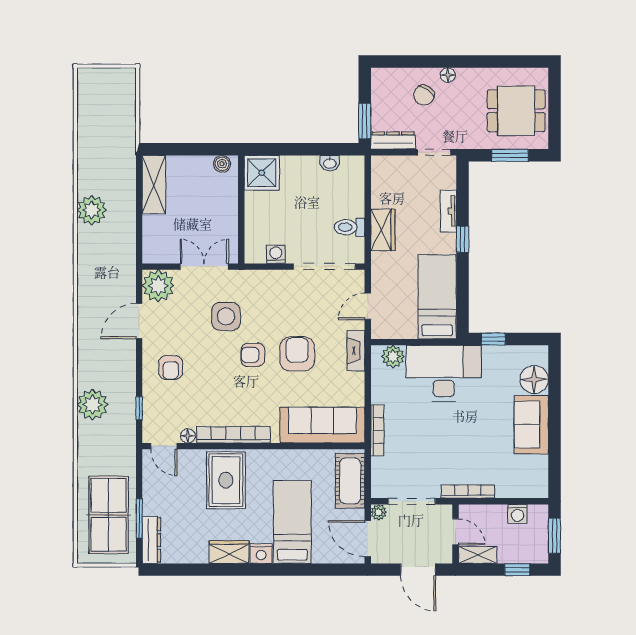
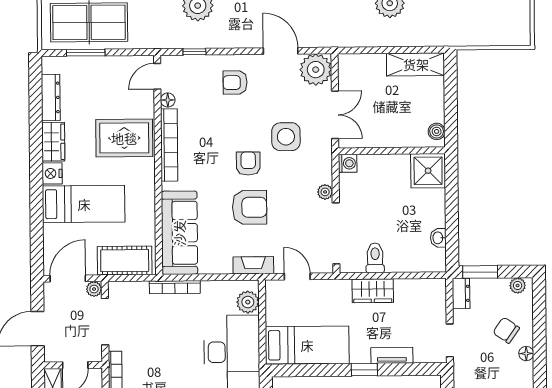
plant: (379, 83) -> (518, 286), added
dresser: (393, 141) -> (461, 293), width x0.70
washing machine: (276, 254) -> (348, 163), moved
plant: (282, 277) -> (325, 192), added
dresser: (151, 540) -> (51, 97), moved, turned -90

